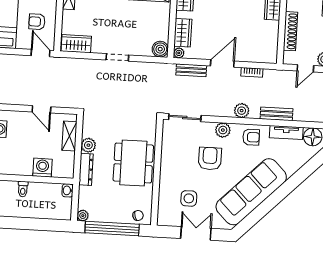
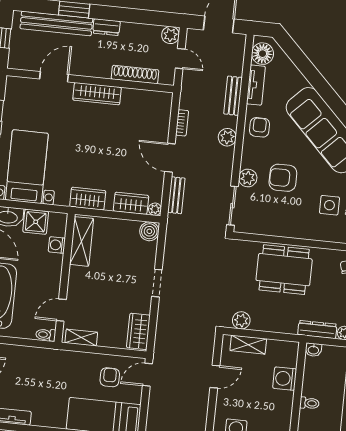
armchair: (37, 22) -> (110, 377), turned 180
plant: (223, 130) -> (248, 178), moved
plant: (88, 145) -> (241, 320), moved
dresser: (86, 169) -> (317, 330), moved

